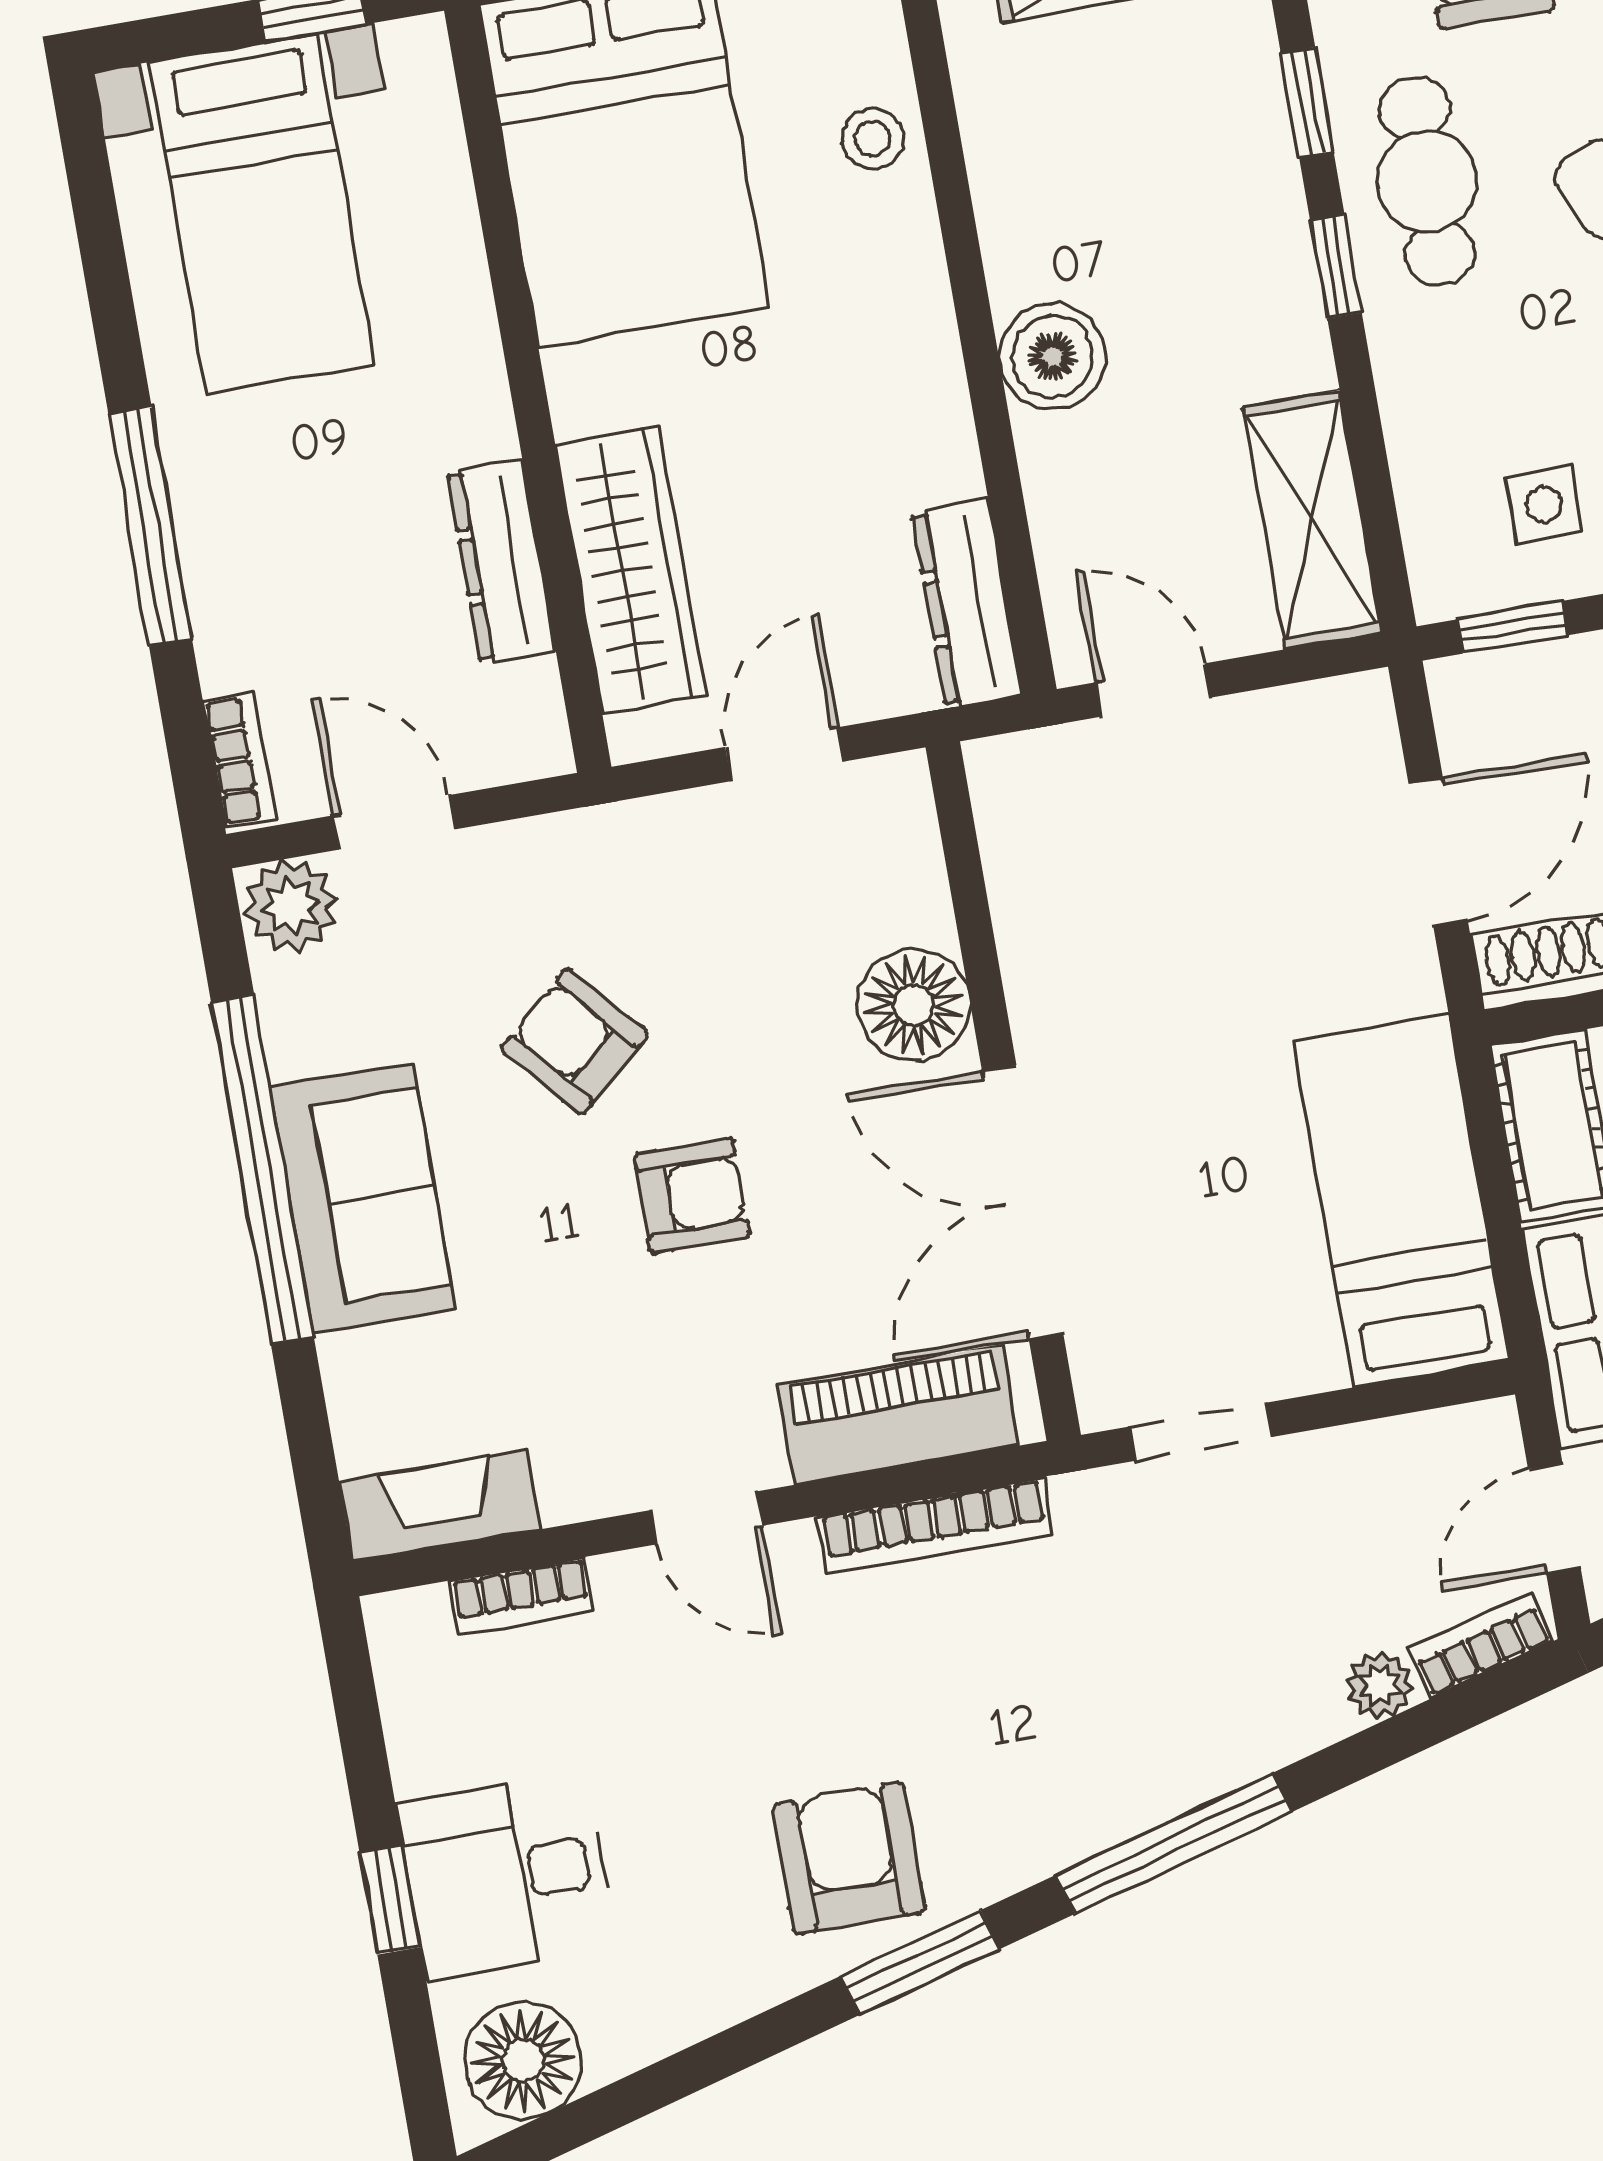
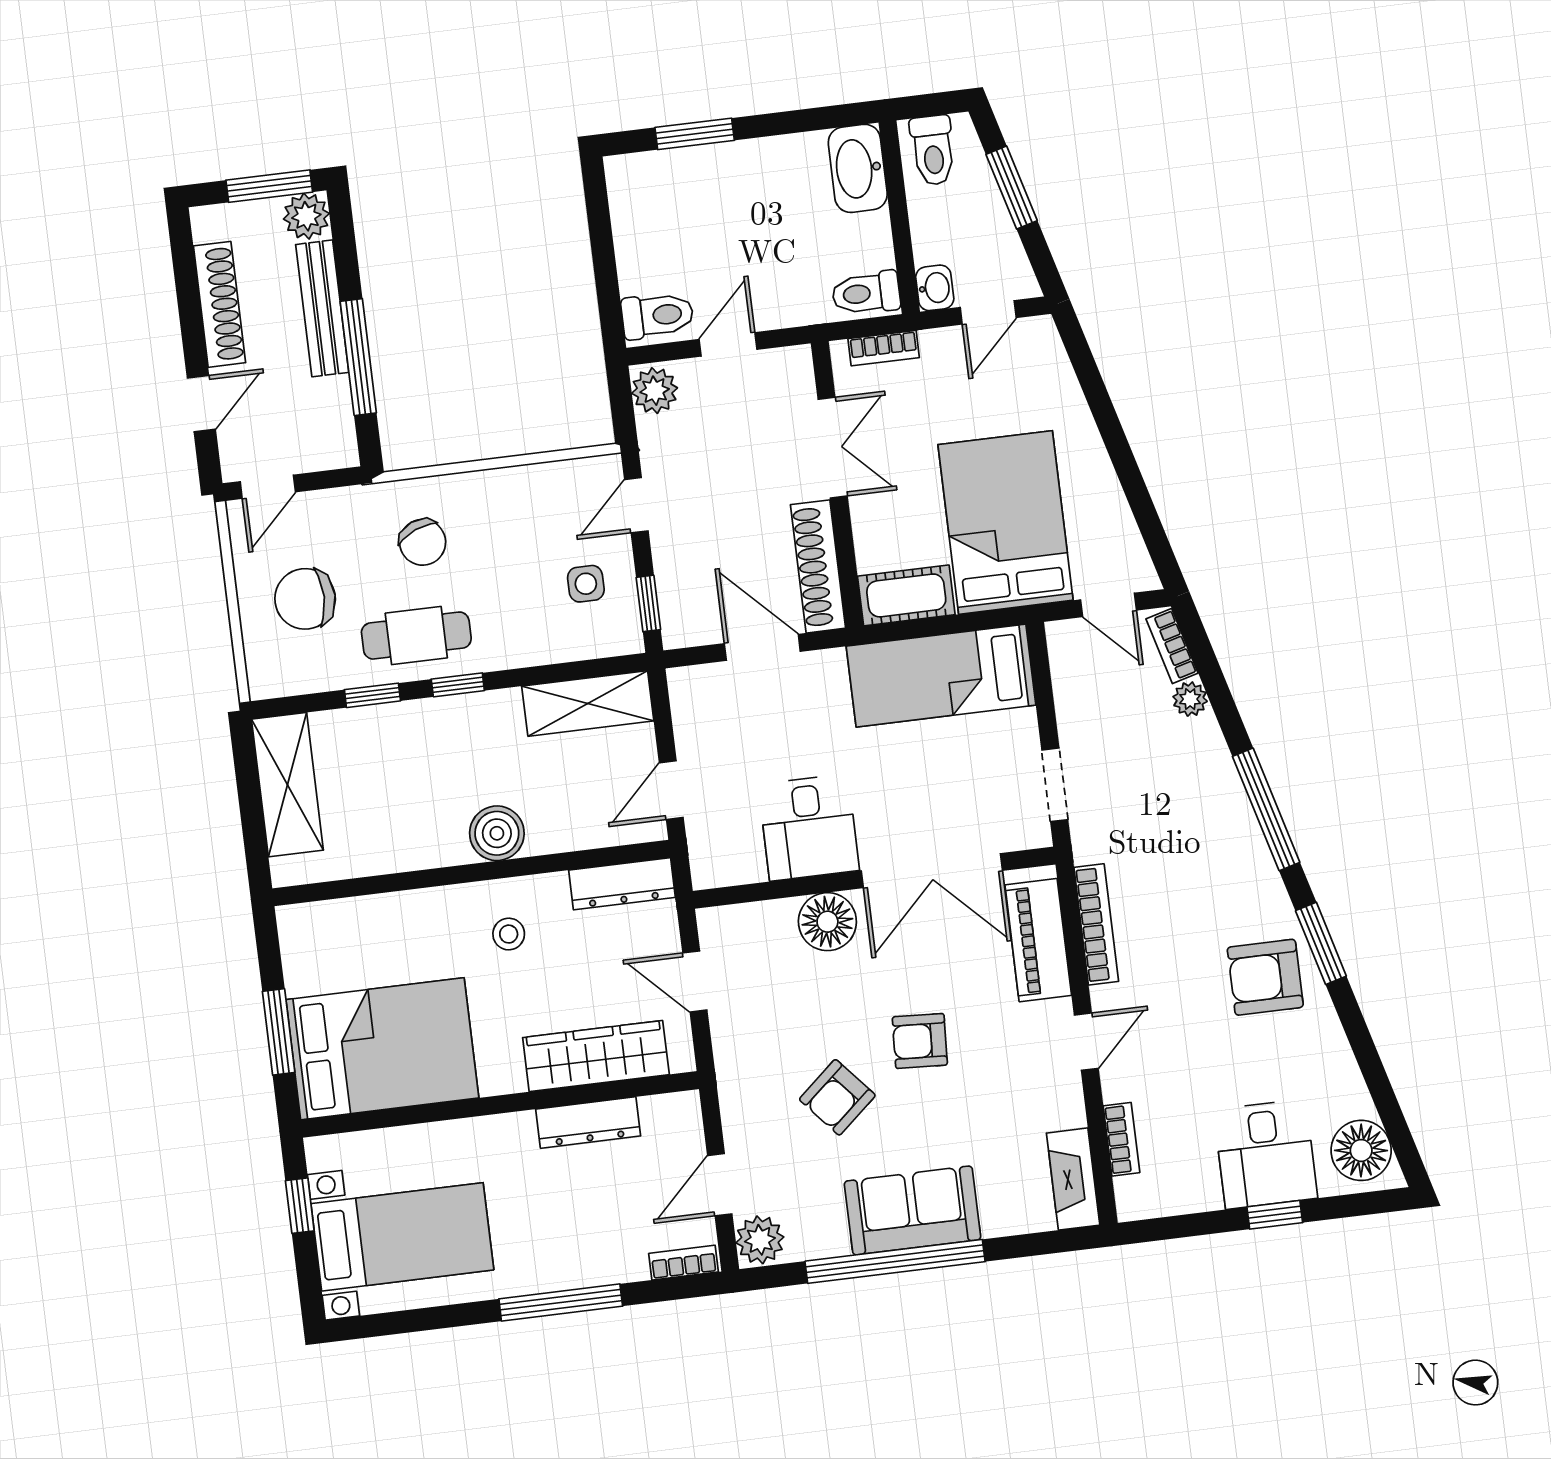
stool: (873, 139) -> (509, 934), moved
desk: (1094, 960) -> (809, 827), added
armchair: (692, 1196) -> (920, 1041), turned -87

